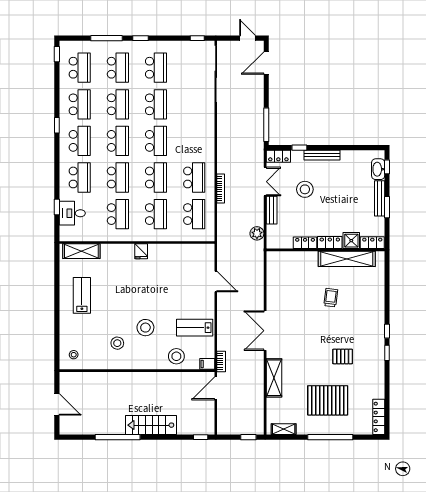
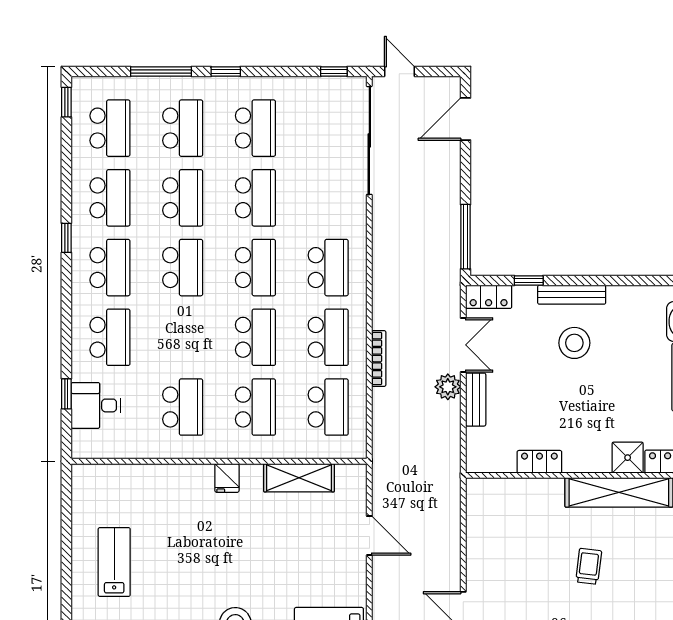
door: (248, 38) -> (399, 72), moved
school desk: (118, 177) -> (328, 268), moved
stool: (305, 189) -> (574, 343), moved
plant: (257, 233) -> (448, 387), moved
locker: (330, 243) -> (587, 461), removed
shelving: (81, 251) -> (299, 478), moved

